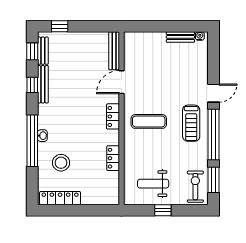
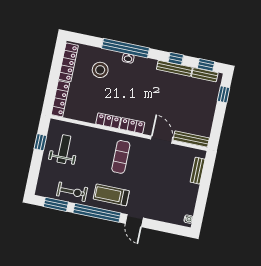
bench: (180, 37) -> (198, 171), moved
locker: (113, 158) -> (108, 121), moved
exercise bike: (195, 187) -> (72, 192), moved
locker: (100, 199) -> (60, 99), added
window: (163, 210) -> (40, 142), moved

